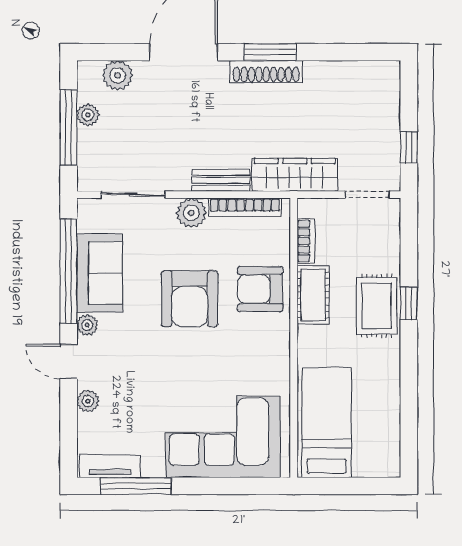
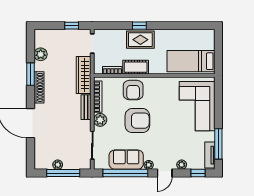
window: (270, 52) -> (31, 74), moved
plant: (118, 75) -> (41, 54), moved
window: (69, 439) -> (198, 173), added

